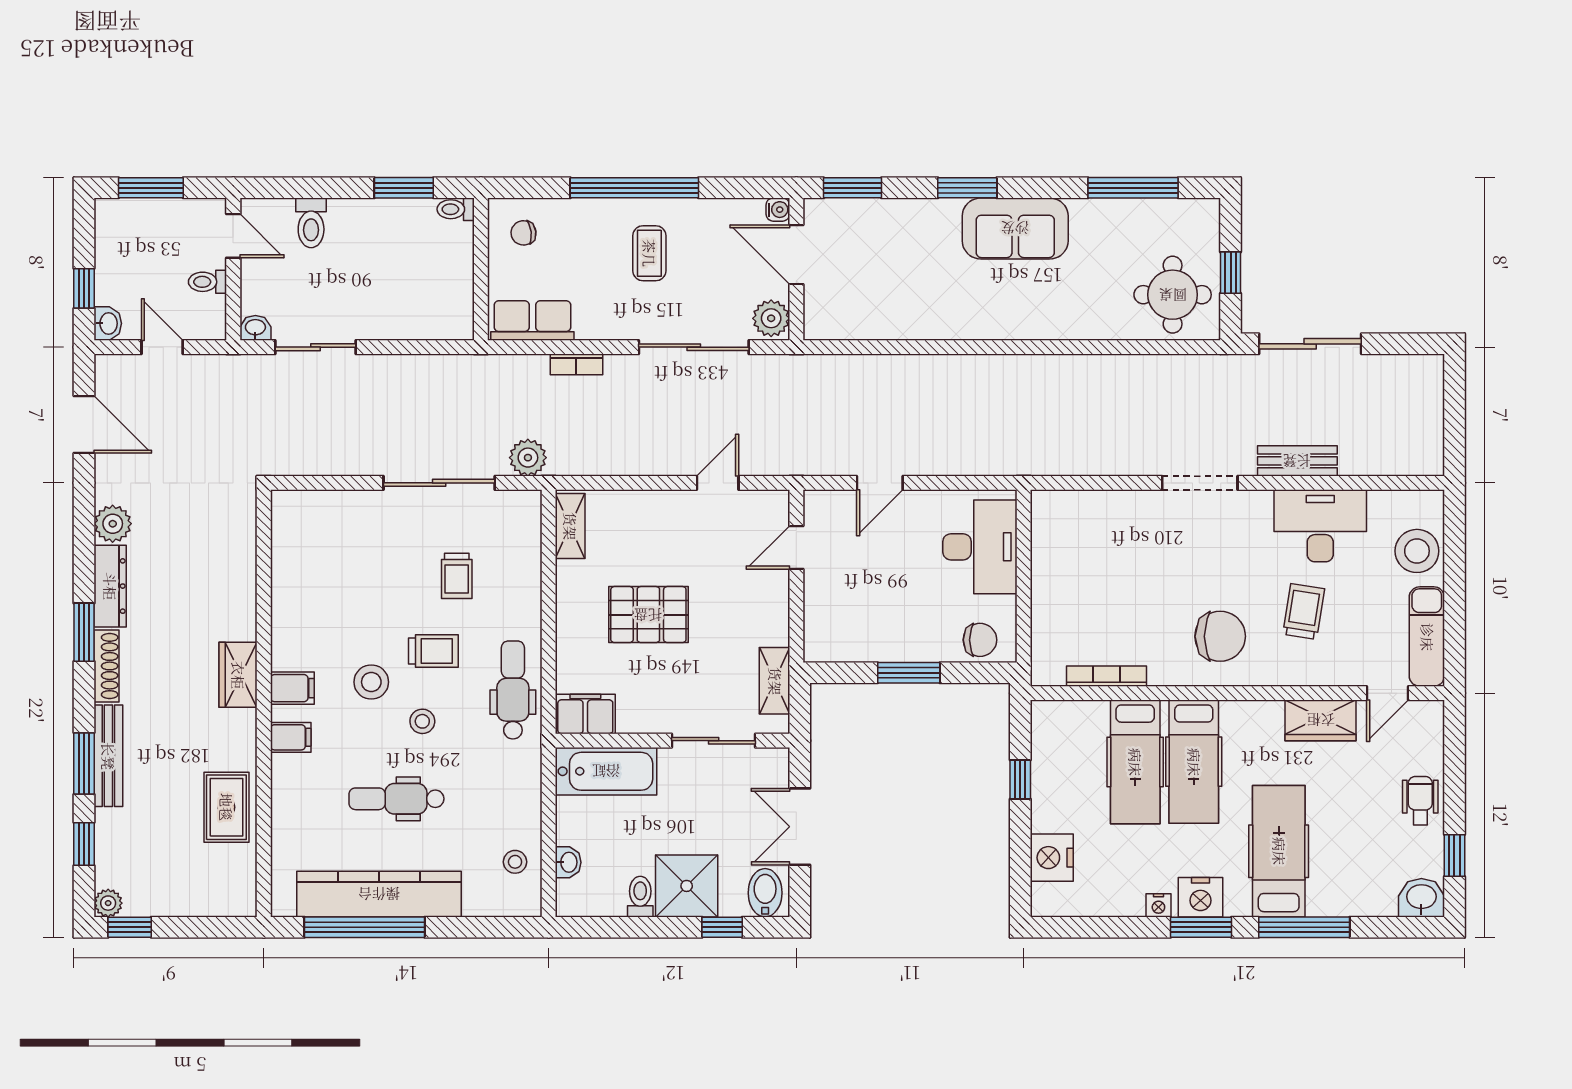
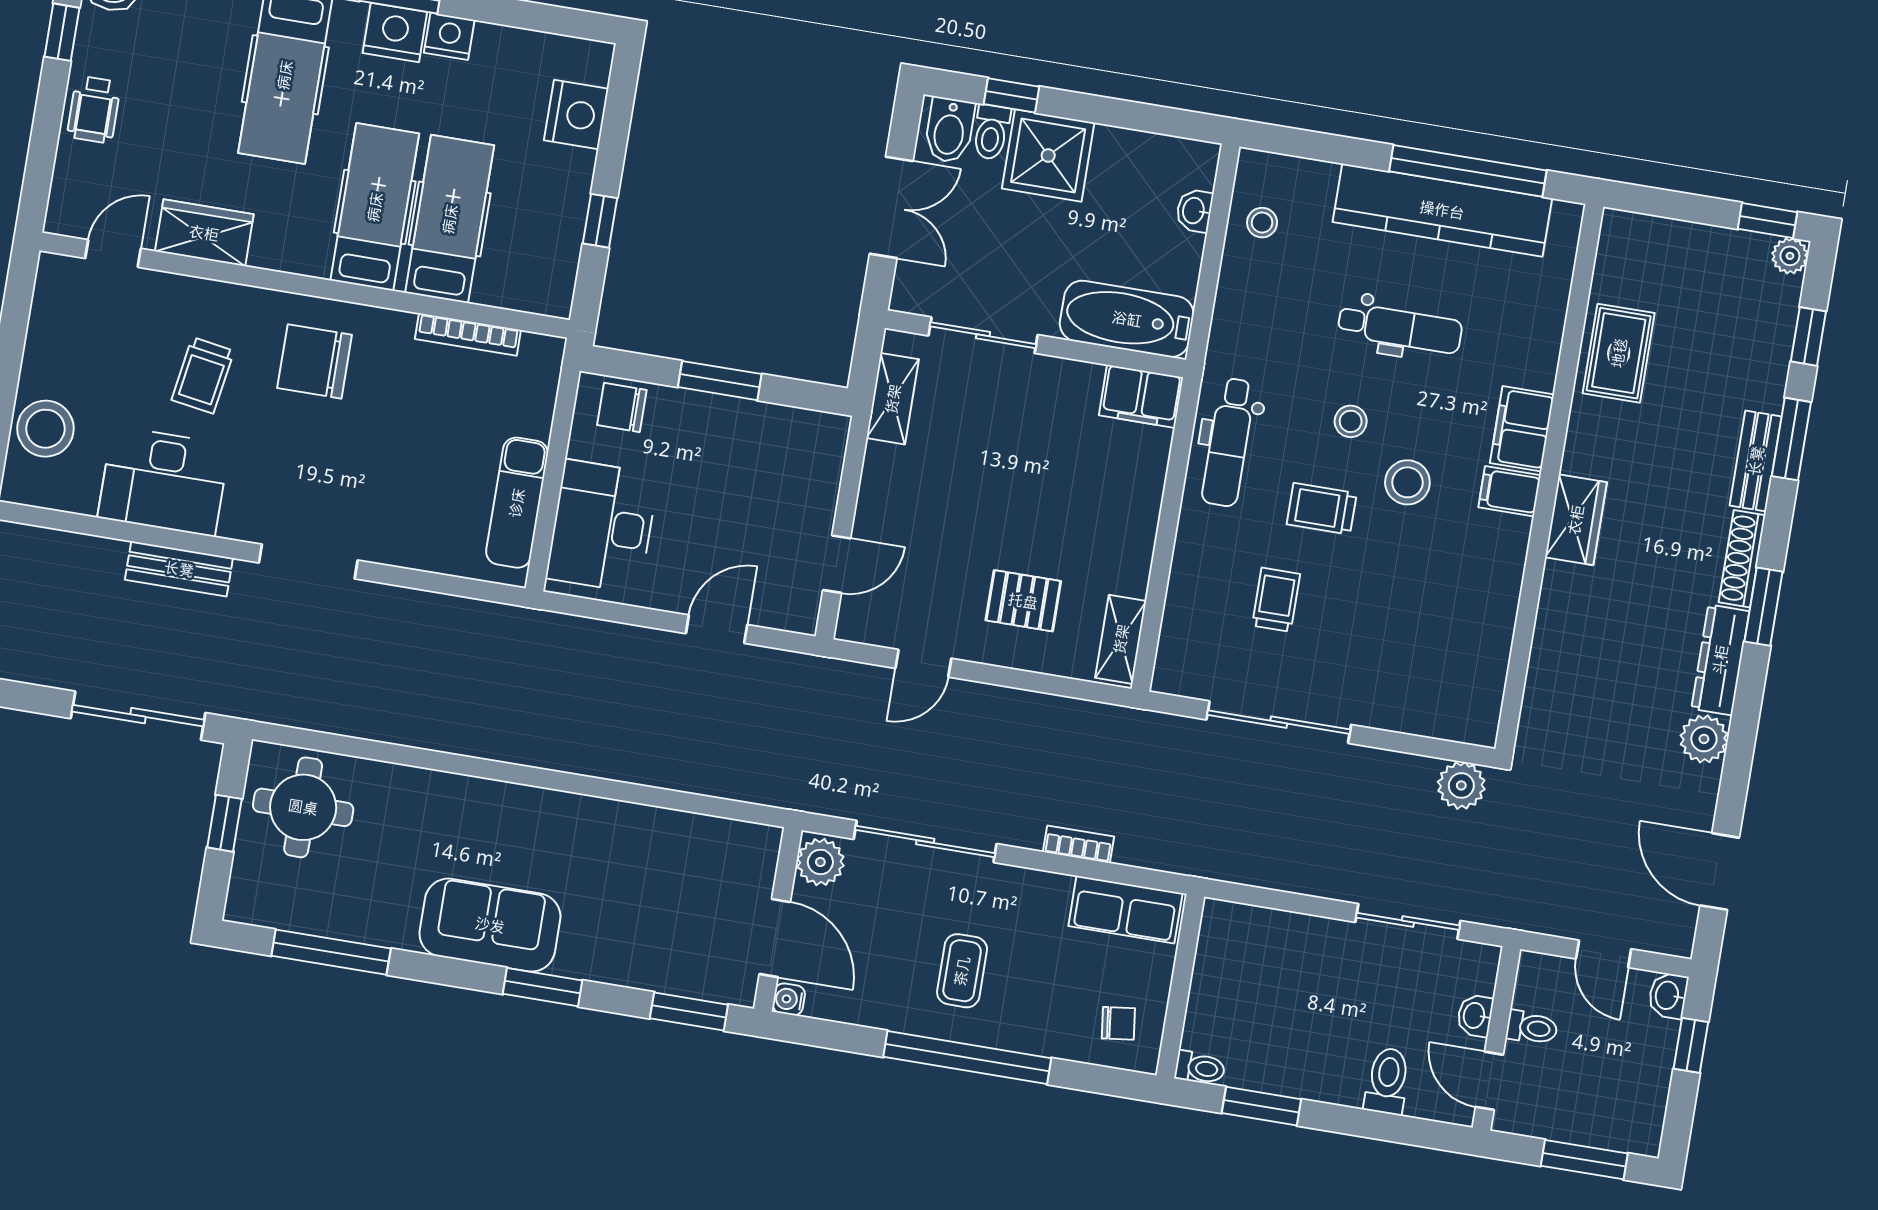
washbasin: (255, 328) -> (1475, 1016), moved, turned 90
plant: (528, 458) -> (1461, 785), moved
pallet: (648, 615) -> (1023, 601), moved, width x0.67, depth x0.71
exam couch: (1427, 637) -> (517, 503), moved, turned 180
filing cabinet: (291, 737) -> (1522, 429), width x2.00
bench: (108, 756) -> (1756, 461), width x0.73
toilet: (640, 897) -> (991, 132), moved
nightstand: (1158, 905) -> (449, 36), width x1.39, depth x1.35

